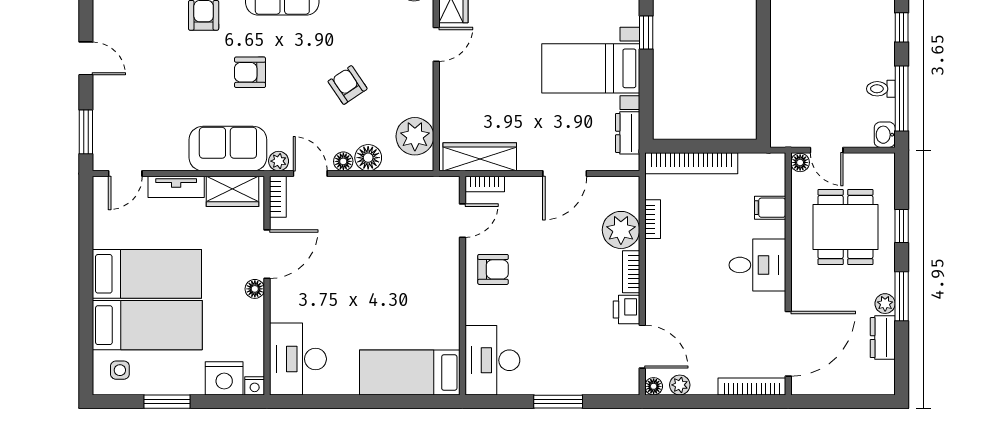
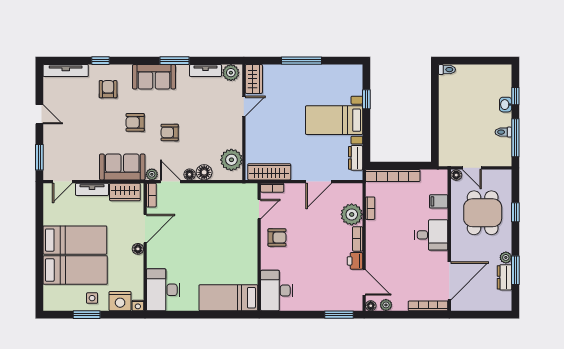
armchair: (348, 85) -> (170, 132), moved, turned -56
washbasin: (885, 135) -> (506, 105), moved
window: (902, 296) -> (515, 270), moved
side table: (120, 370) -> (92, 298), moved
window: (558, 402) -> (339, 315), moved

